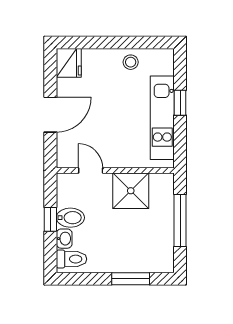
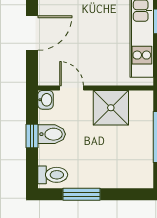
washbasin: (64, 239) -> (46, 100), moved
window: (131, 279) -> (82, 194), moved

